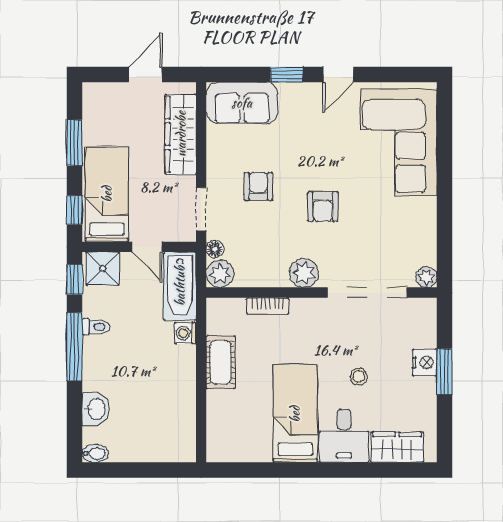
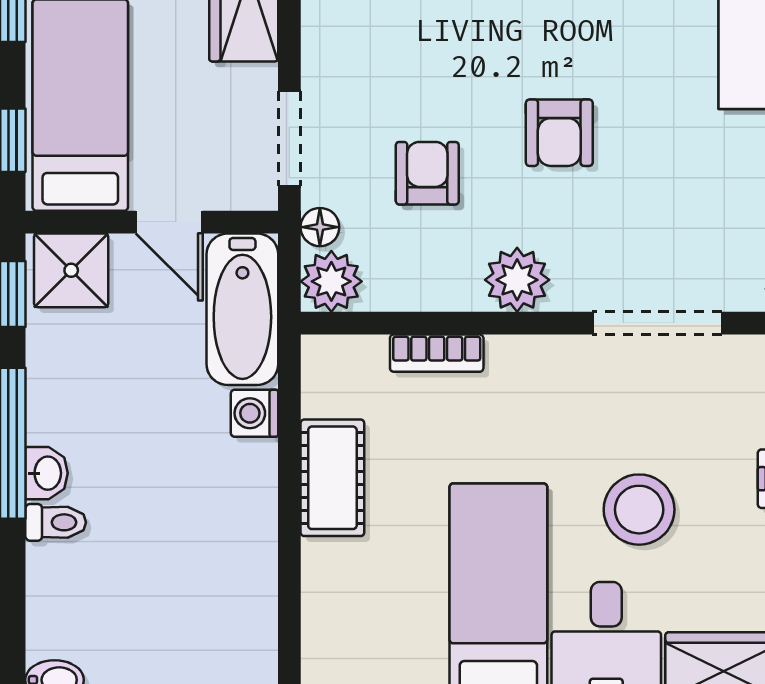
armchair: (258, 186) -> (427, 173), moved
doorway: (367, 293) -> (657, 323), width x0.73
toilet: (96, 327) -> (56, 522), moved
stool: (359, 377) -> (639, 510), width x1.89, depth x1.89
washbasin: (96, 409) -> (46, 473), moved, width x0.72, depth x0.69

